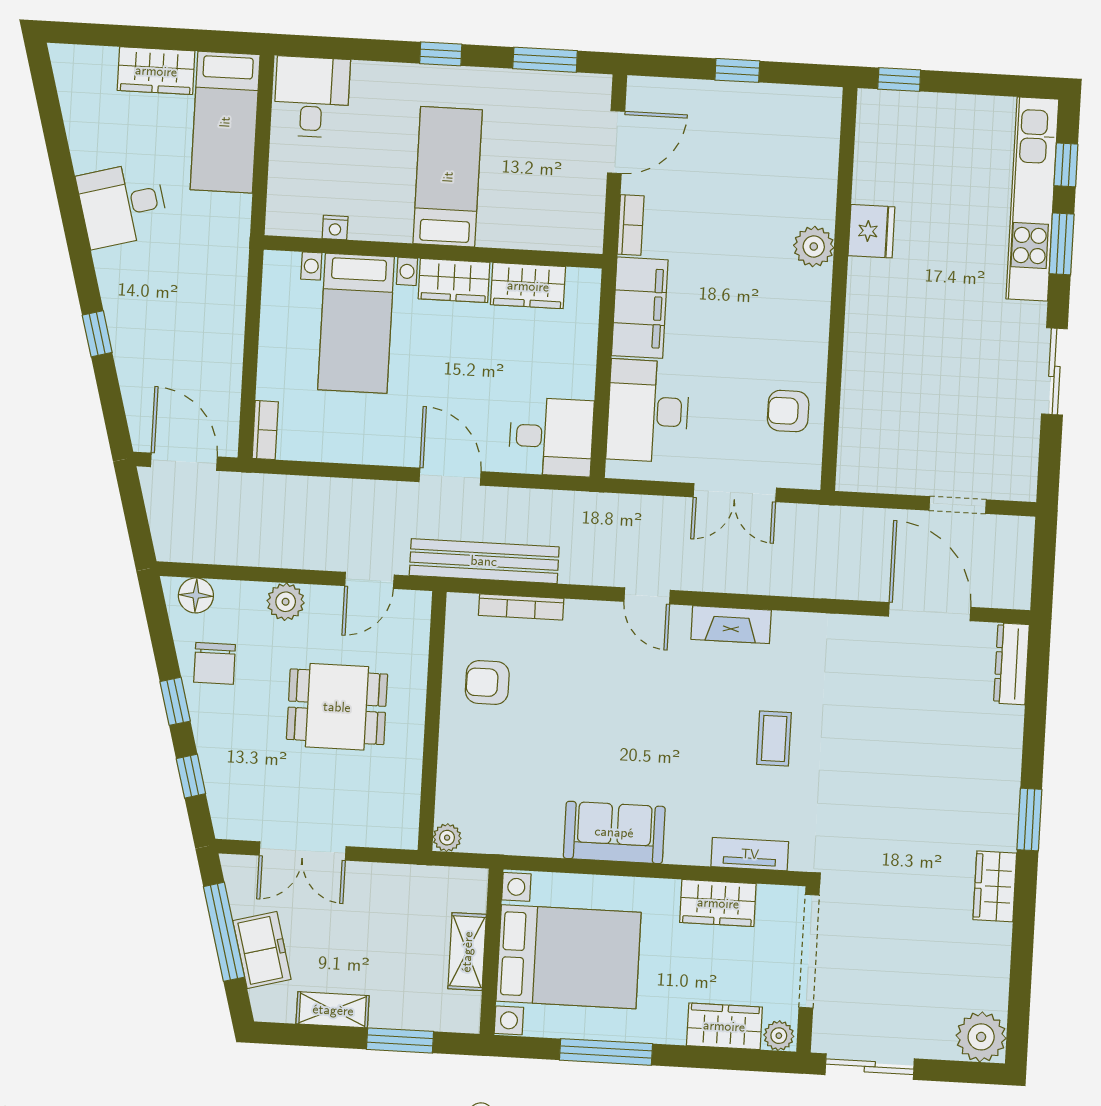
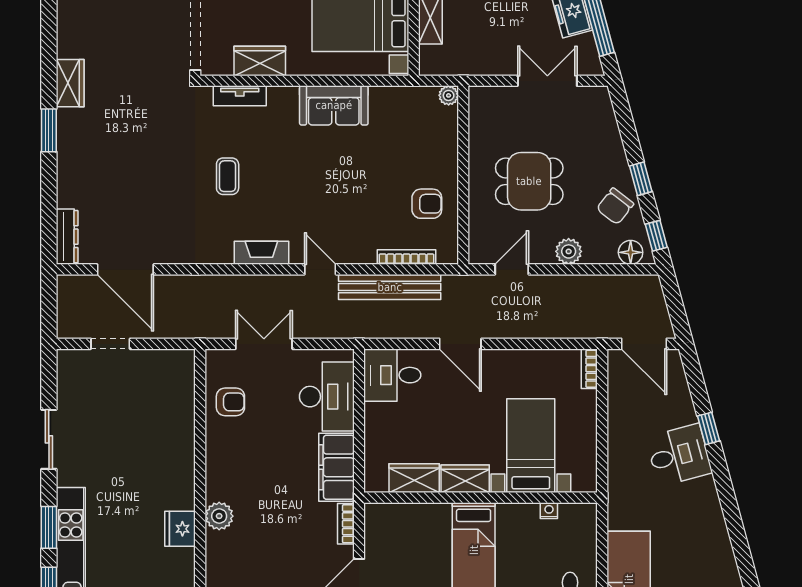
desk: (123, 205) -> (679, 455), moved
bench: (484, 561) -> (390, 287), moved
chair: (215, 663) -> (615, 206), turned -142
window: (191, 776) -> (656, 236), moved

